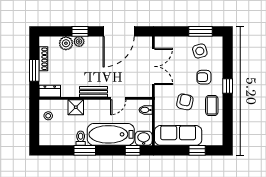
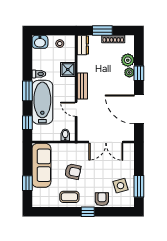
armchair: (204, 77) -> (102, 199), moved
washbasin: (144, 138) -> (40, 42), moved, turned 90
window: (85, 150) -> (27, 91), moved

